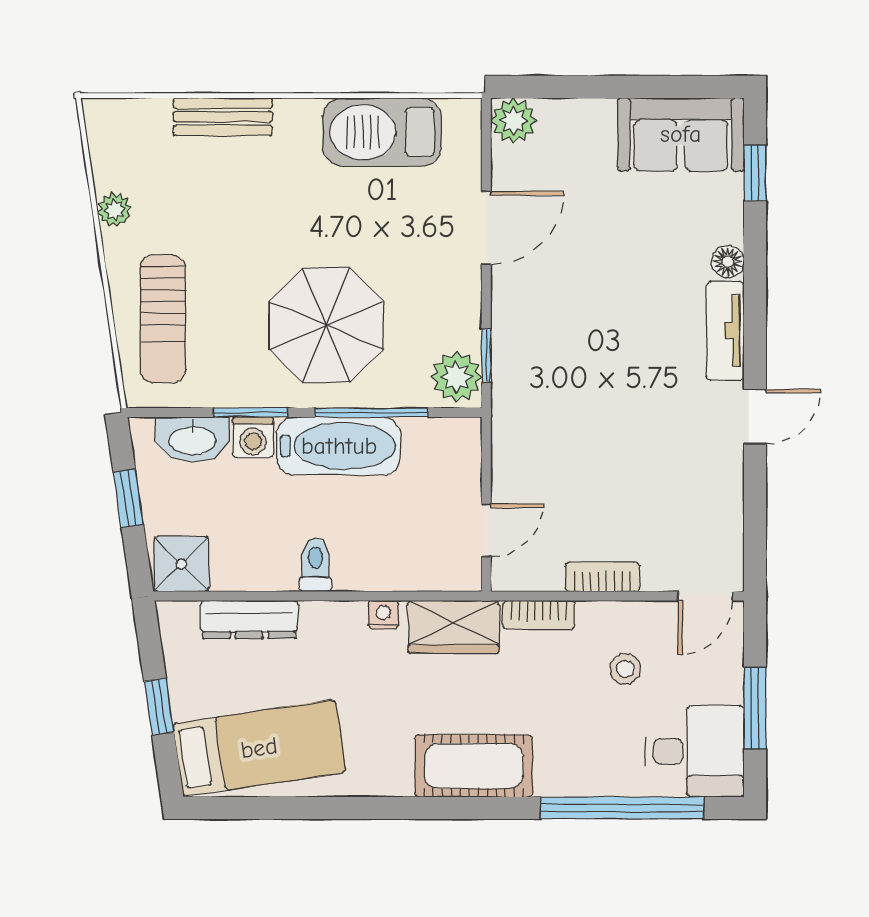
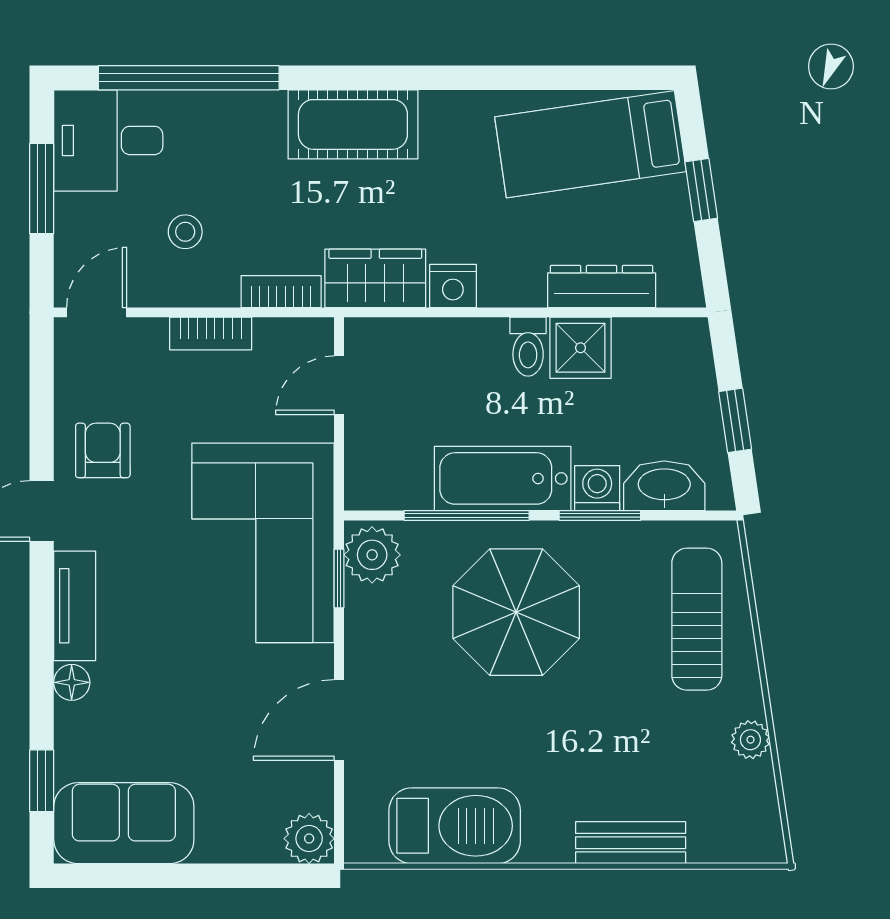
corner sofa: (555, 388) -> (263, 543), added
armchair: (700, 471) -> (103, 450), added
shower: (181, 564) -> (581, 348), moved
nightstand: (383, 615) -> (453, 286), width x1.39, depth x1.35

